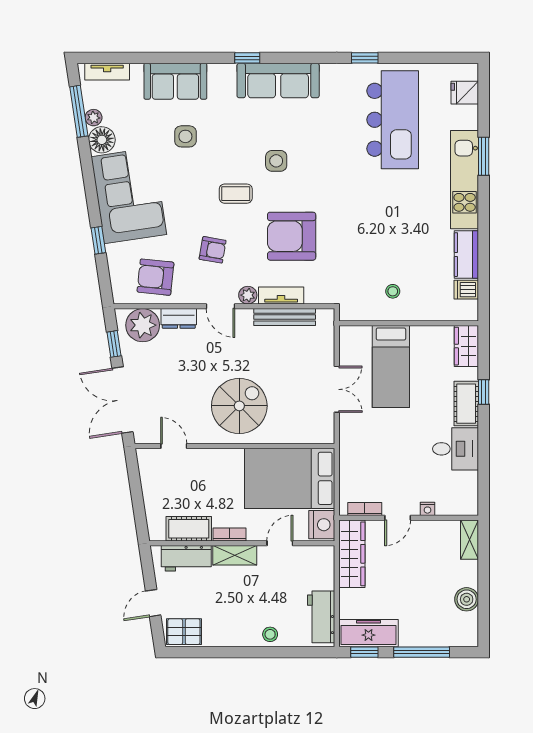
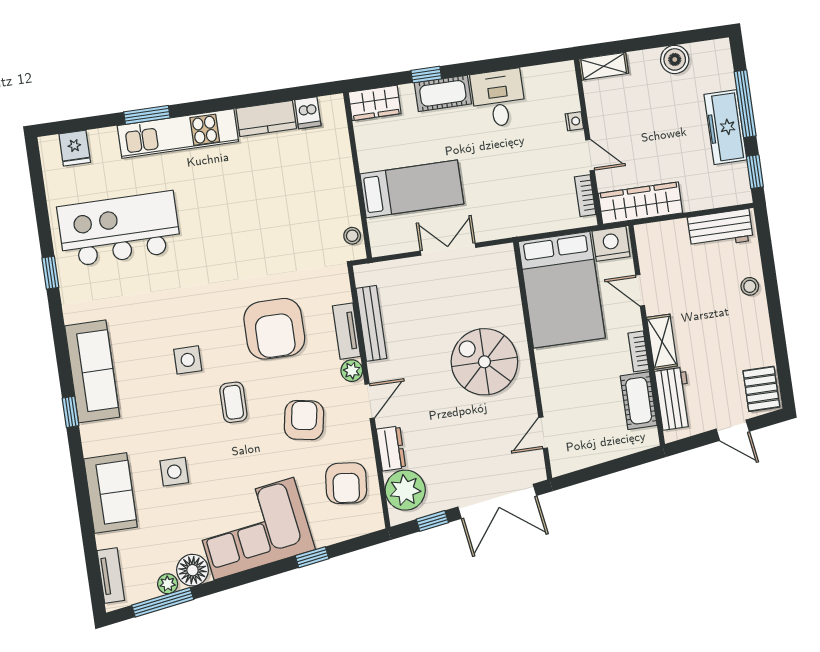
armchair: (213, 250) -> (304, 420), width x1.38, depth x1.38
stool: (393, 291) -> (352, 236), moved
freezer: (368, 633) -> (725, 127), moved

